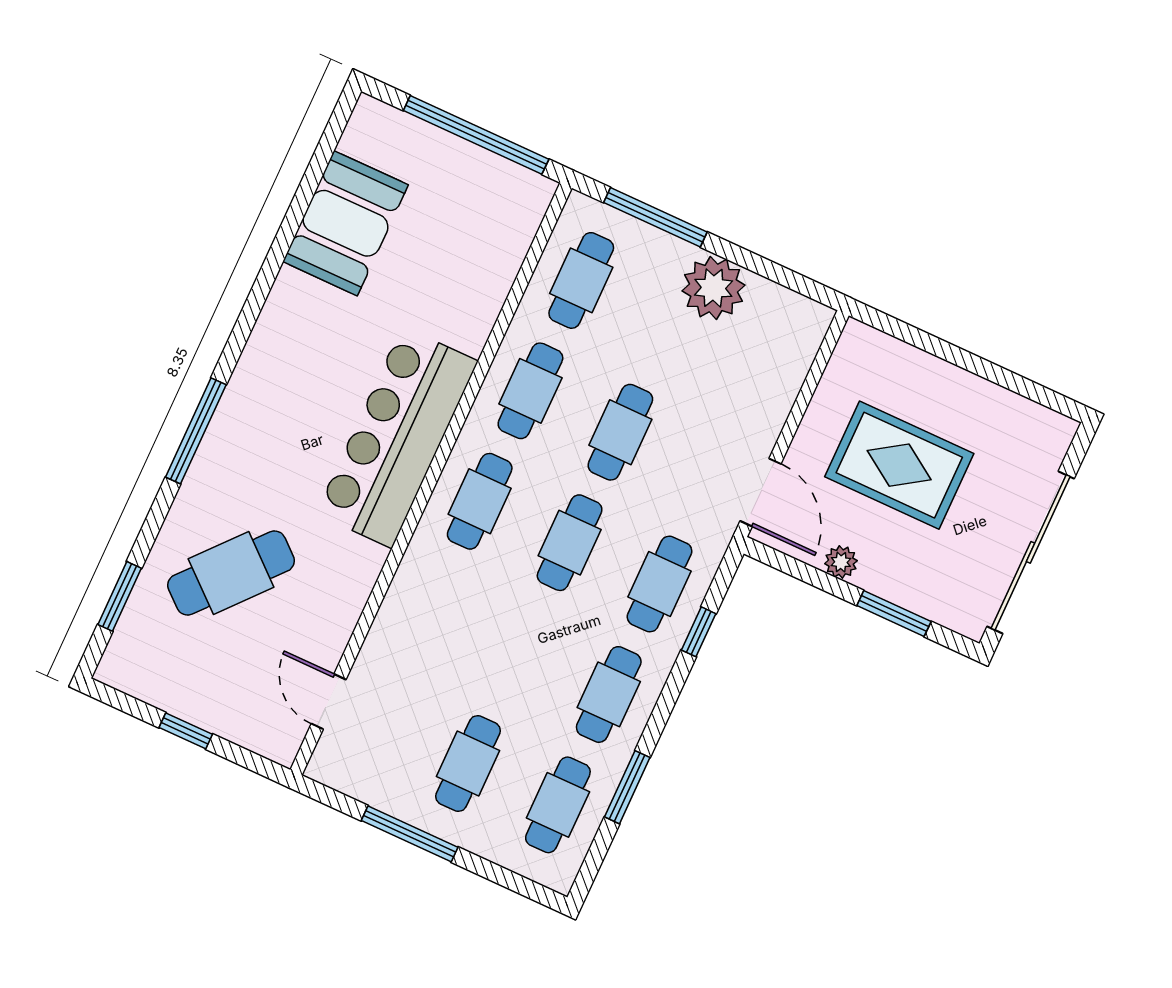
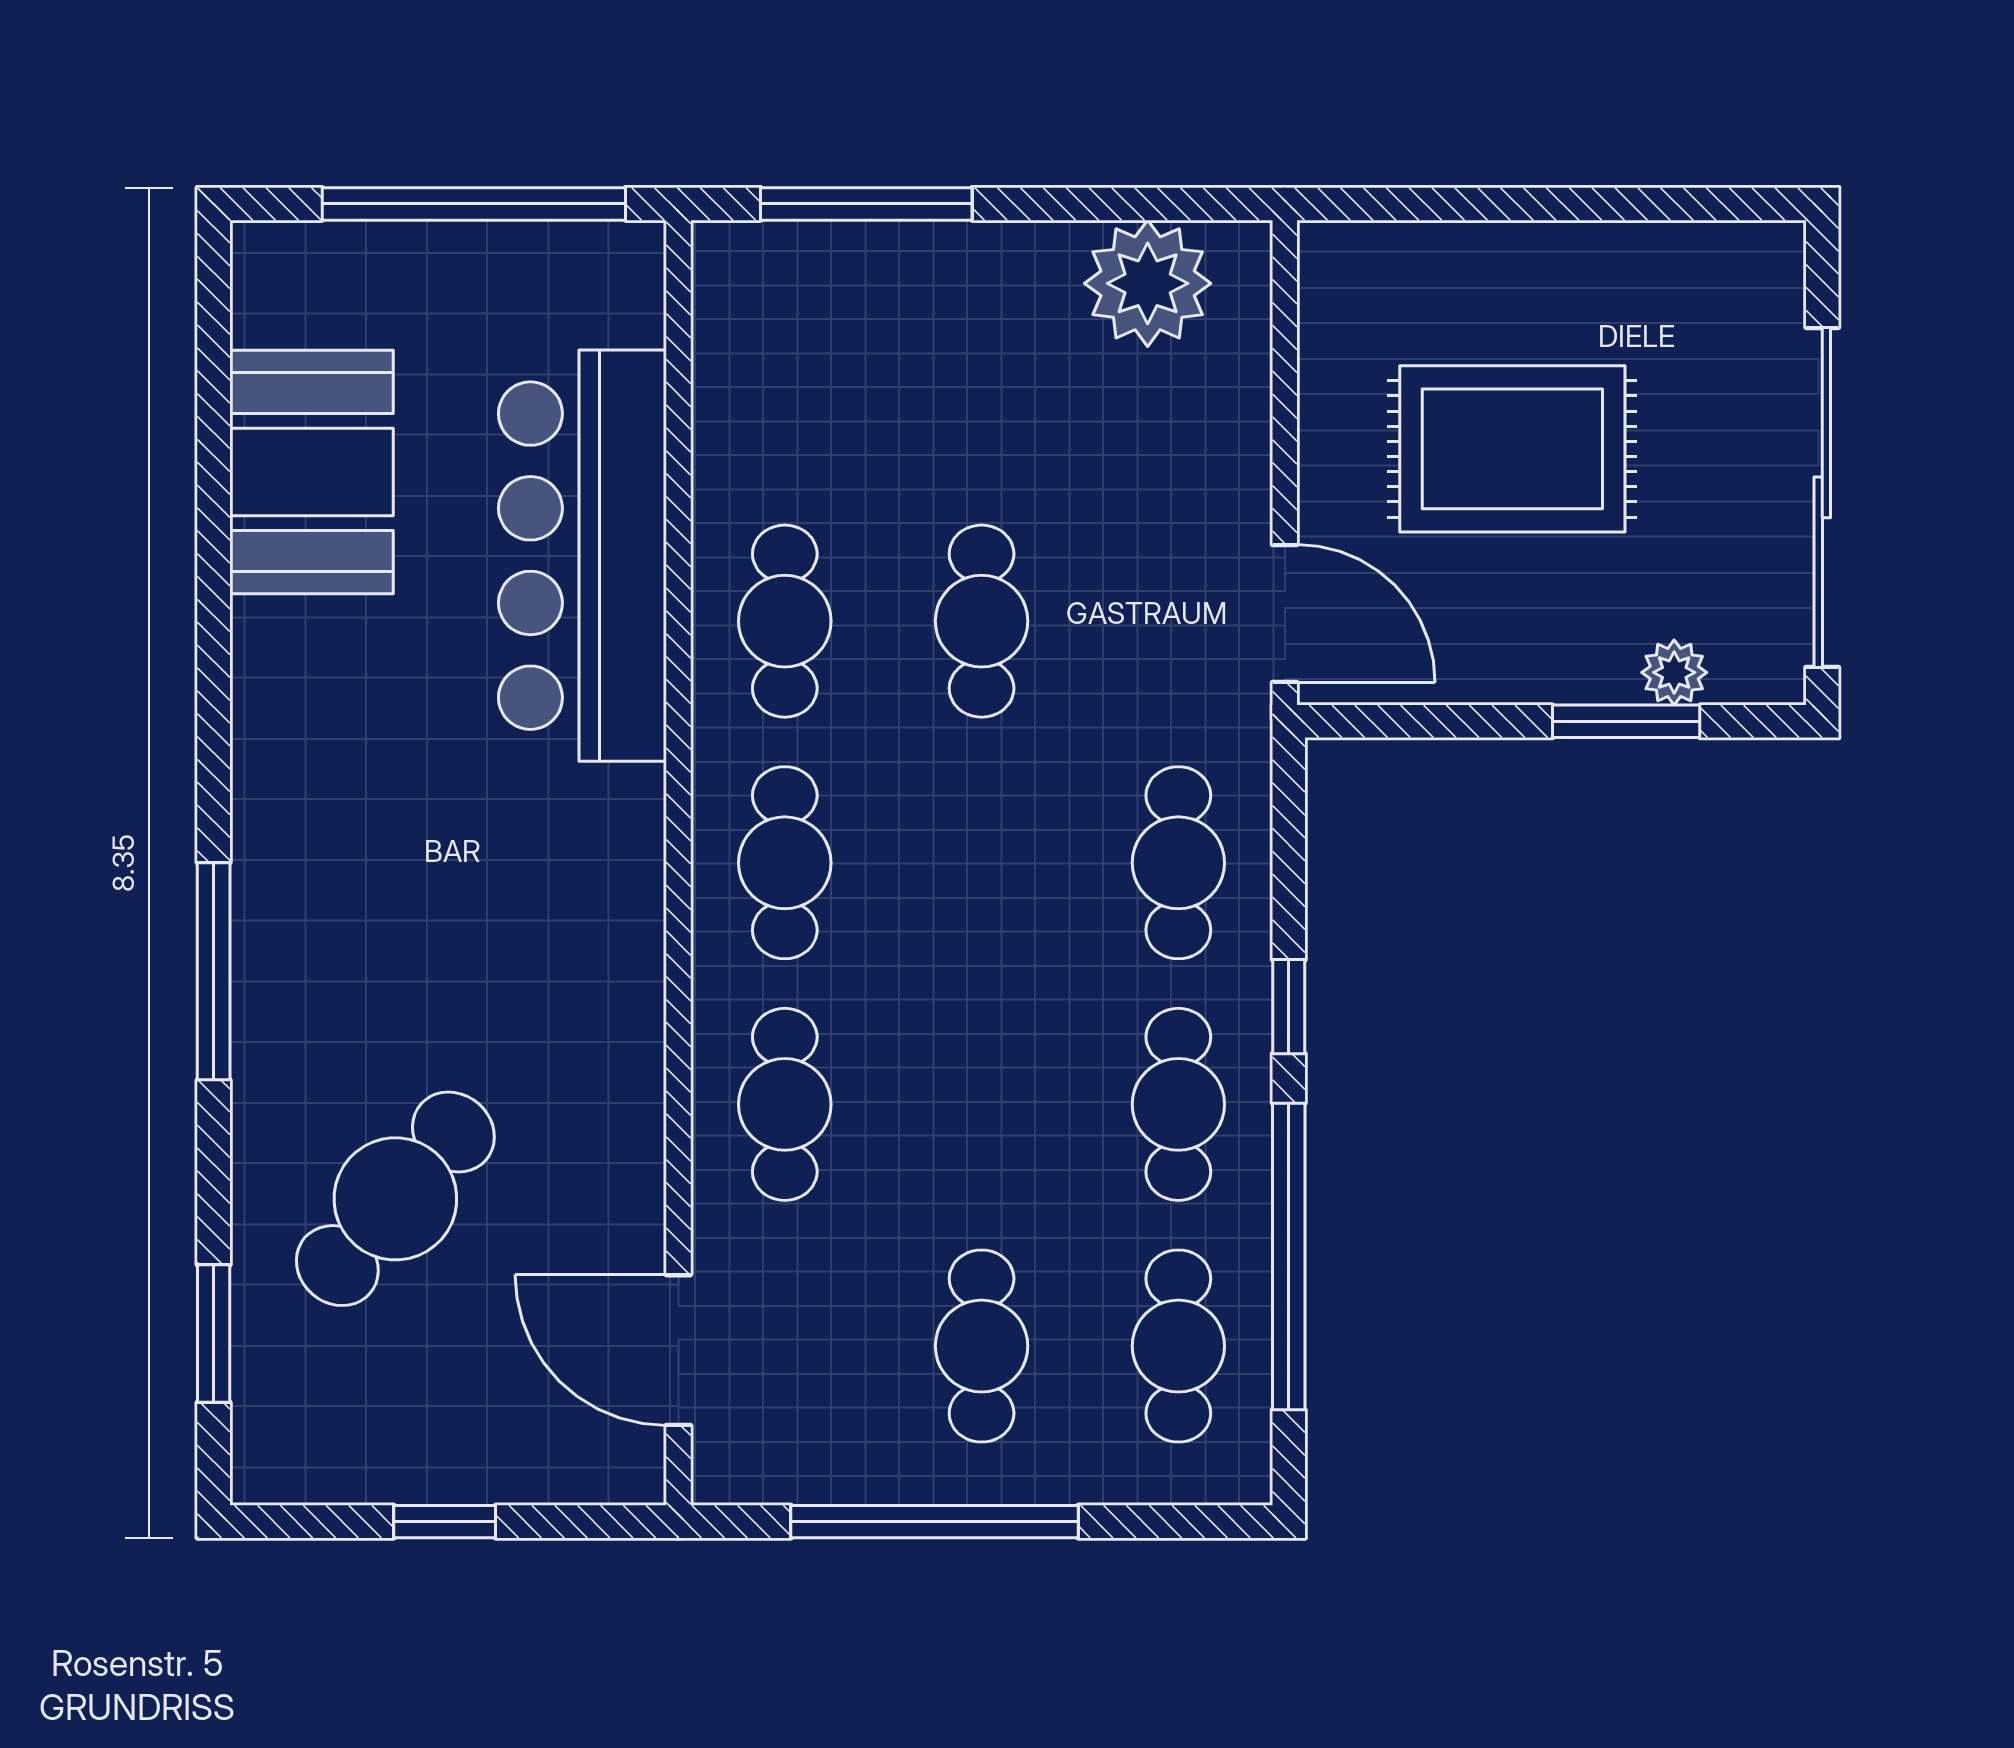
cafe table: (581, 280) -> (785, 379), removed
plant: (713, 288) -> (1148, 283), moved
bar counter: (397, 437) -> (582, 556), moved
cafe table: (570, 543) -> (785, 1104), moved
plant: (841, 562) -> (1674, 672), moved
window: (699, 632) -> (1289, 1007), moved
door: (329, 702) -> (678, 1350), width x1.38
window: (627, 787) -> (1289, 1256), width x2.11
window: (410, 834) -> (935, 1522), width x1.46

